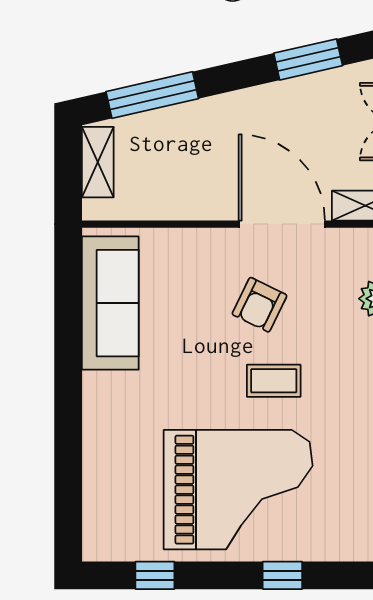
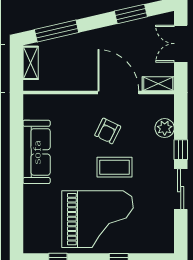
sofa: (110, 303) -> (37, 152), moved
coffee table: (274, 381) -> (114, 167), width x1.36, depth x1.30

